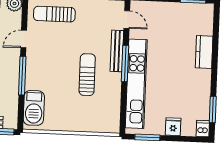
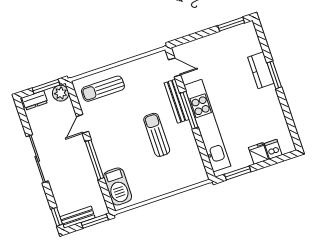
window: (213, 110) -> (274, 75), moved
dishwasher: (203, 129) -> (273, 149), moved

